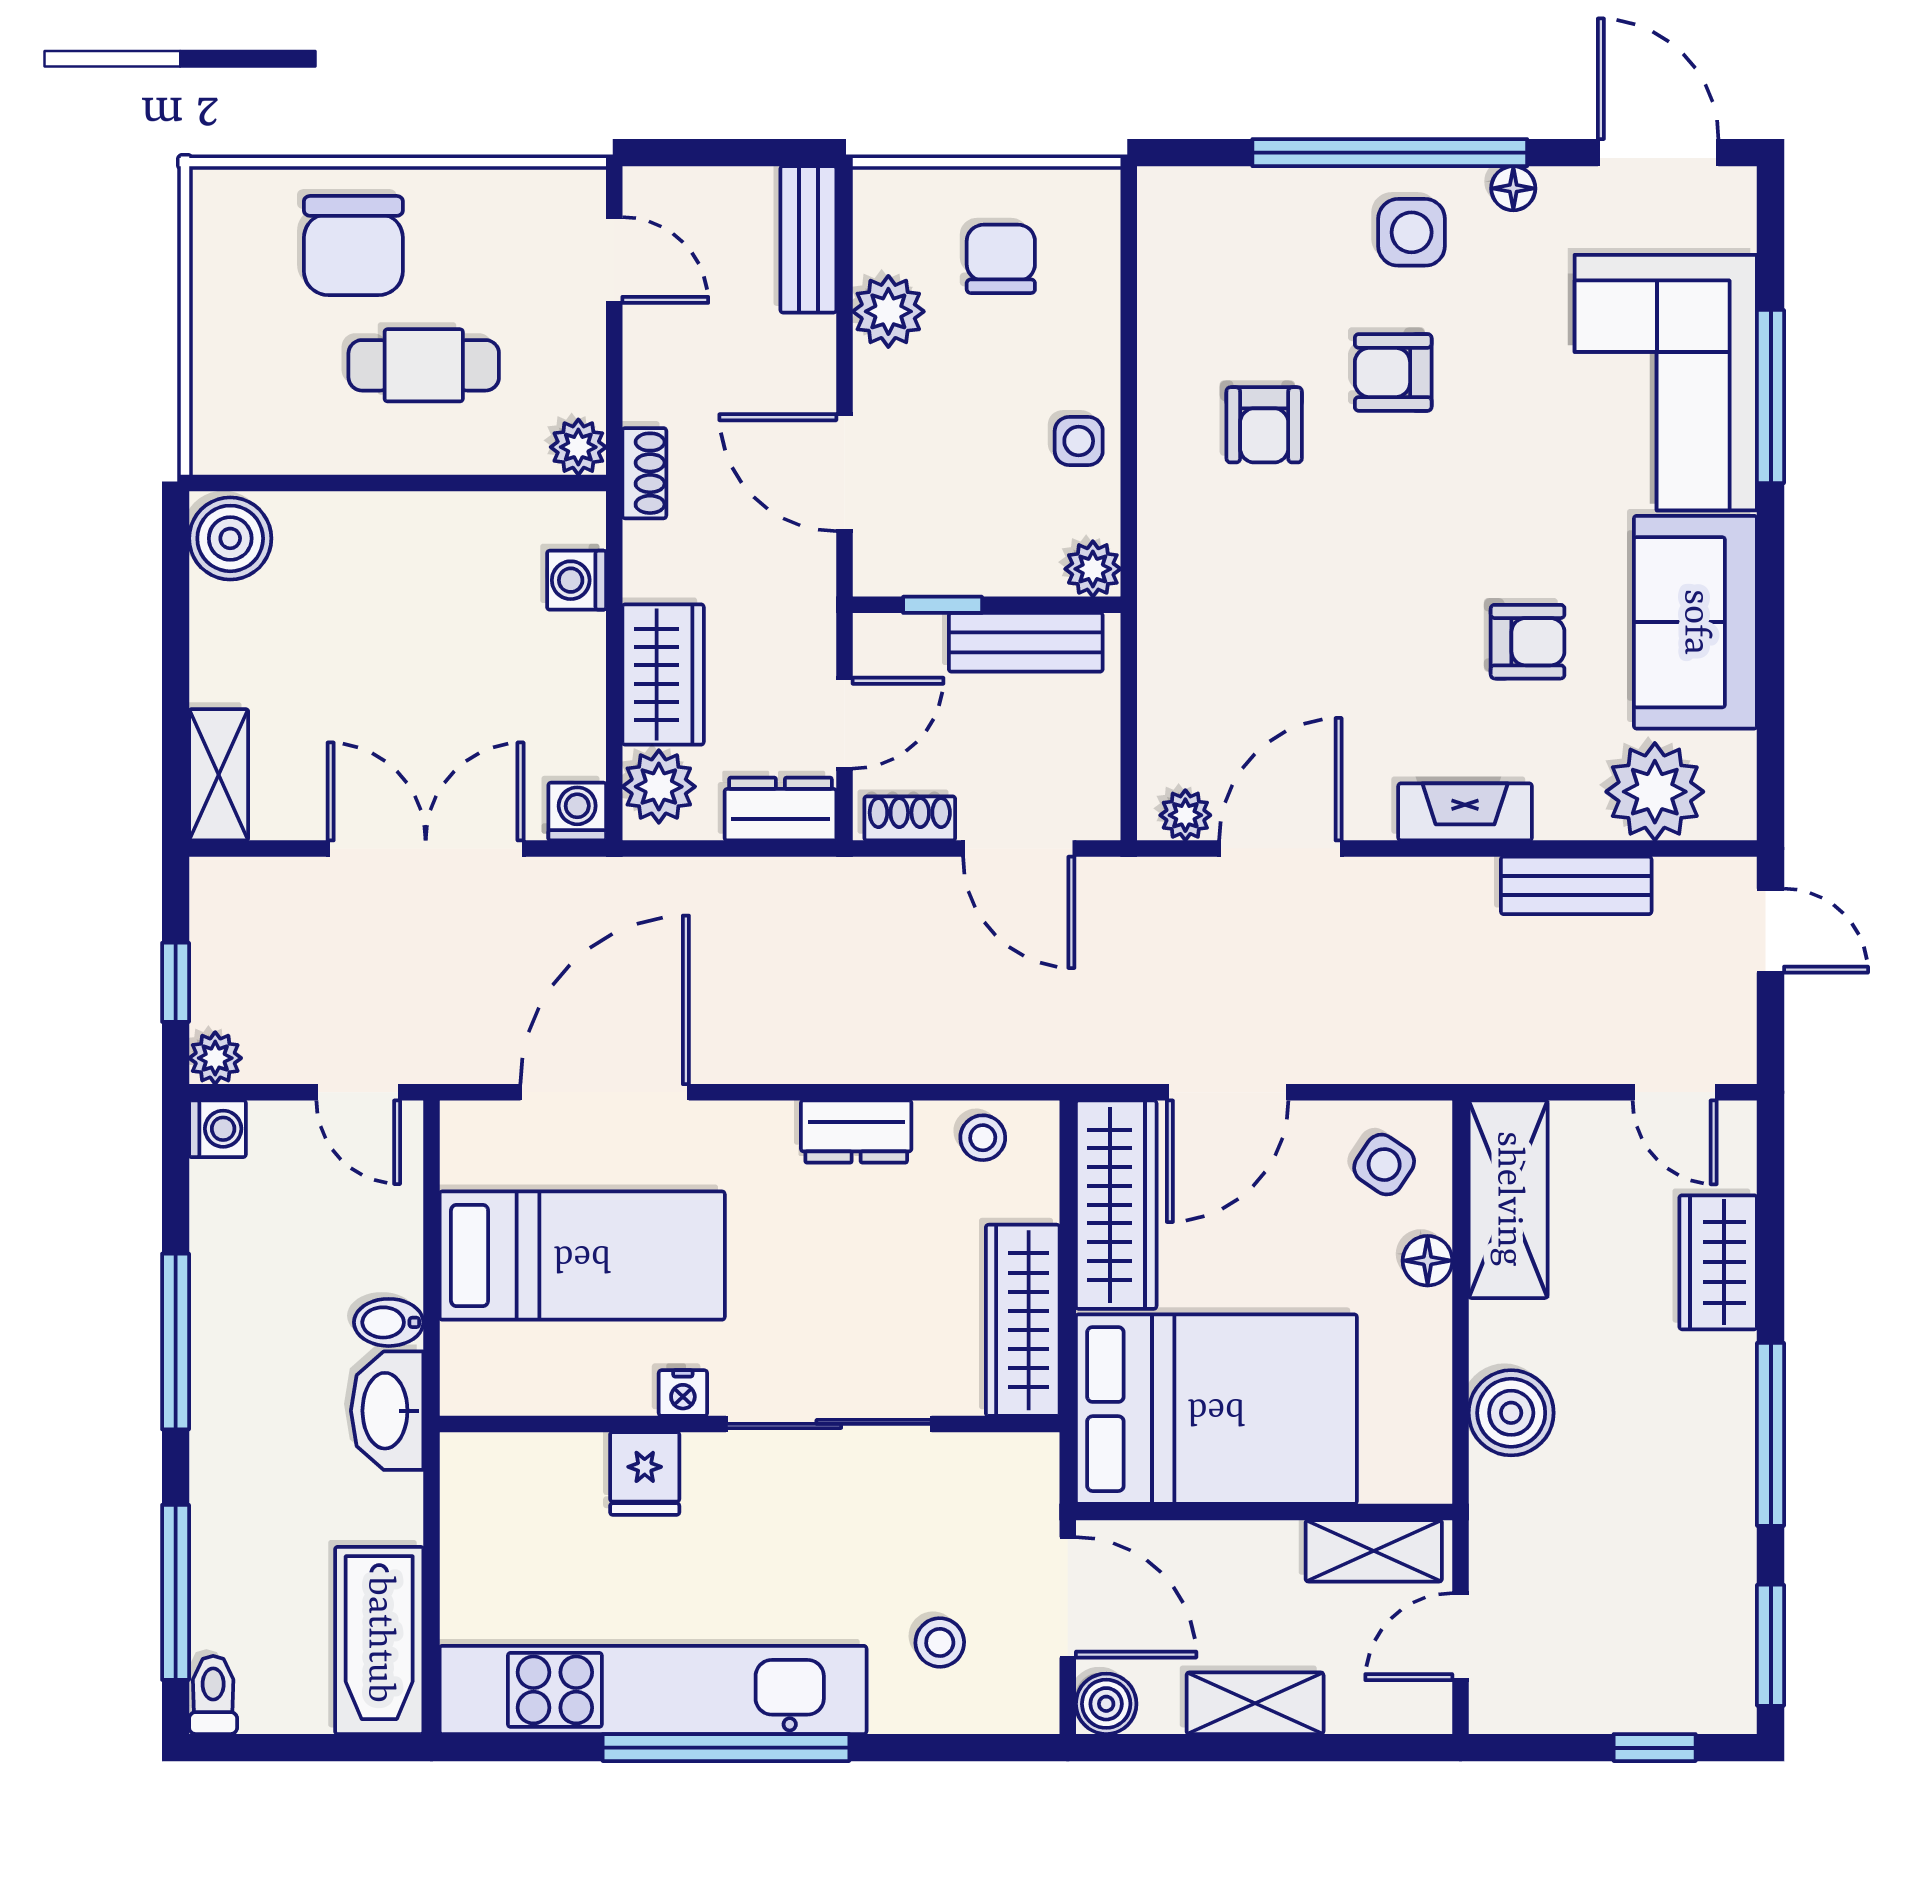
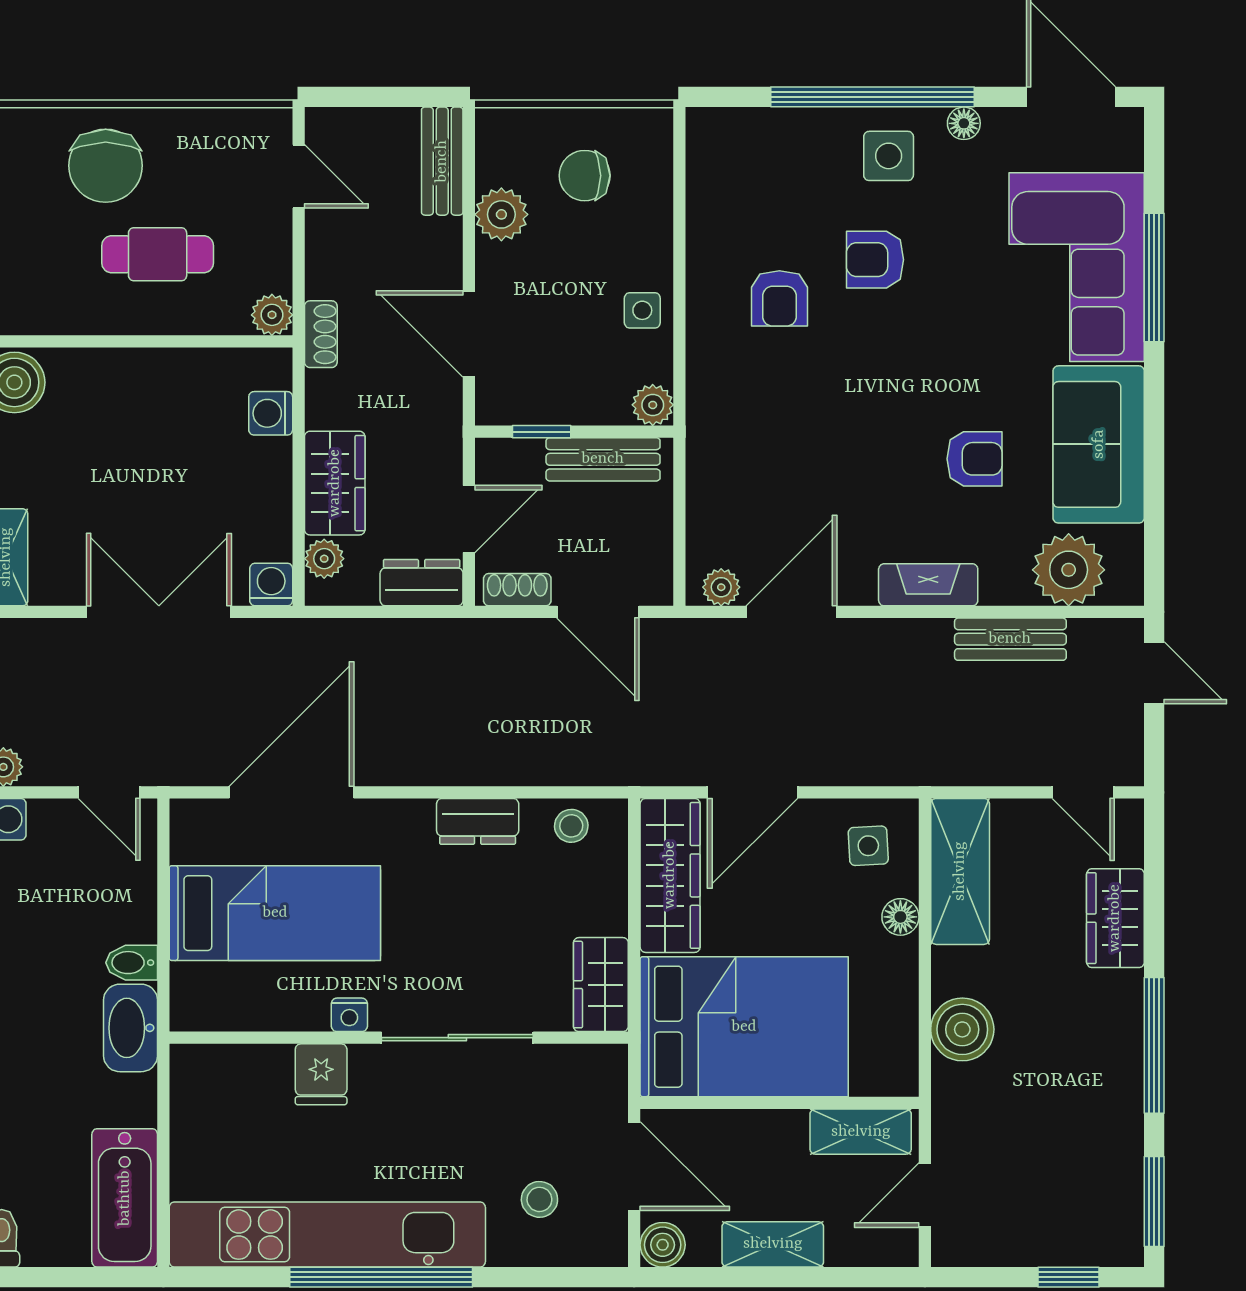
chair: (1001, 259) -> (585, 176), turned -90
plant: (659, 787) -> (324, 559), width x0.73, depth x0.73
side table: (1384, 1165) -> (868, 846), turned -37
wardrobe: (1023, 1320) -> (601, 985), width x0.67

